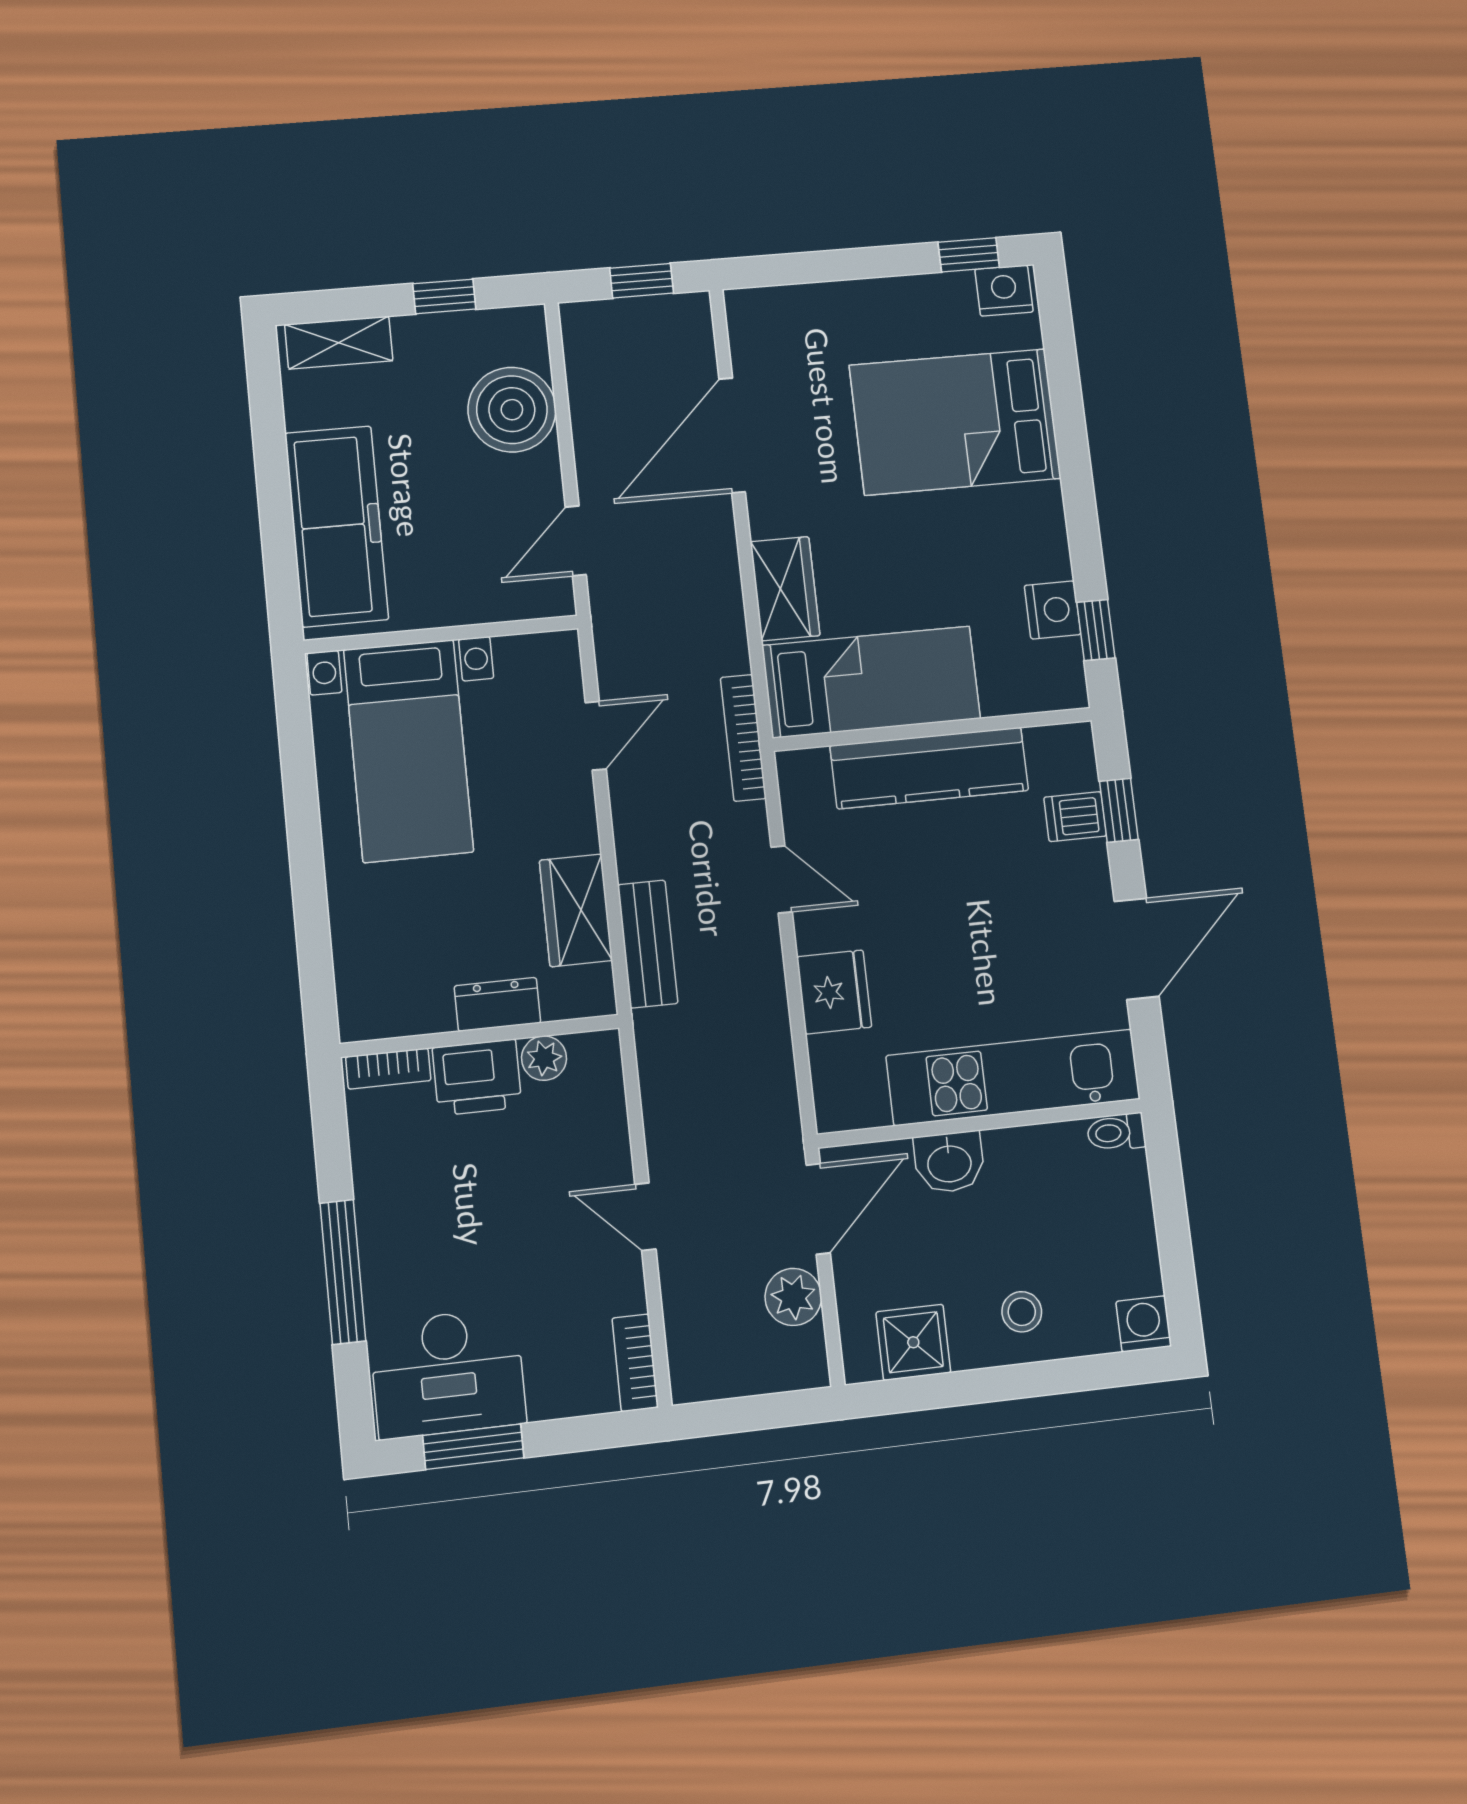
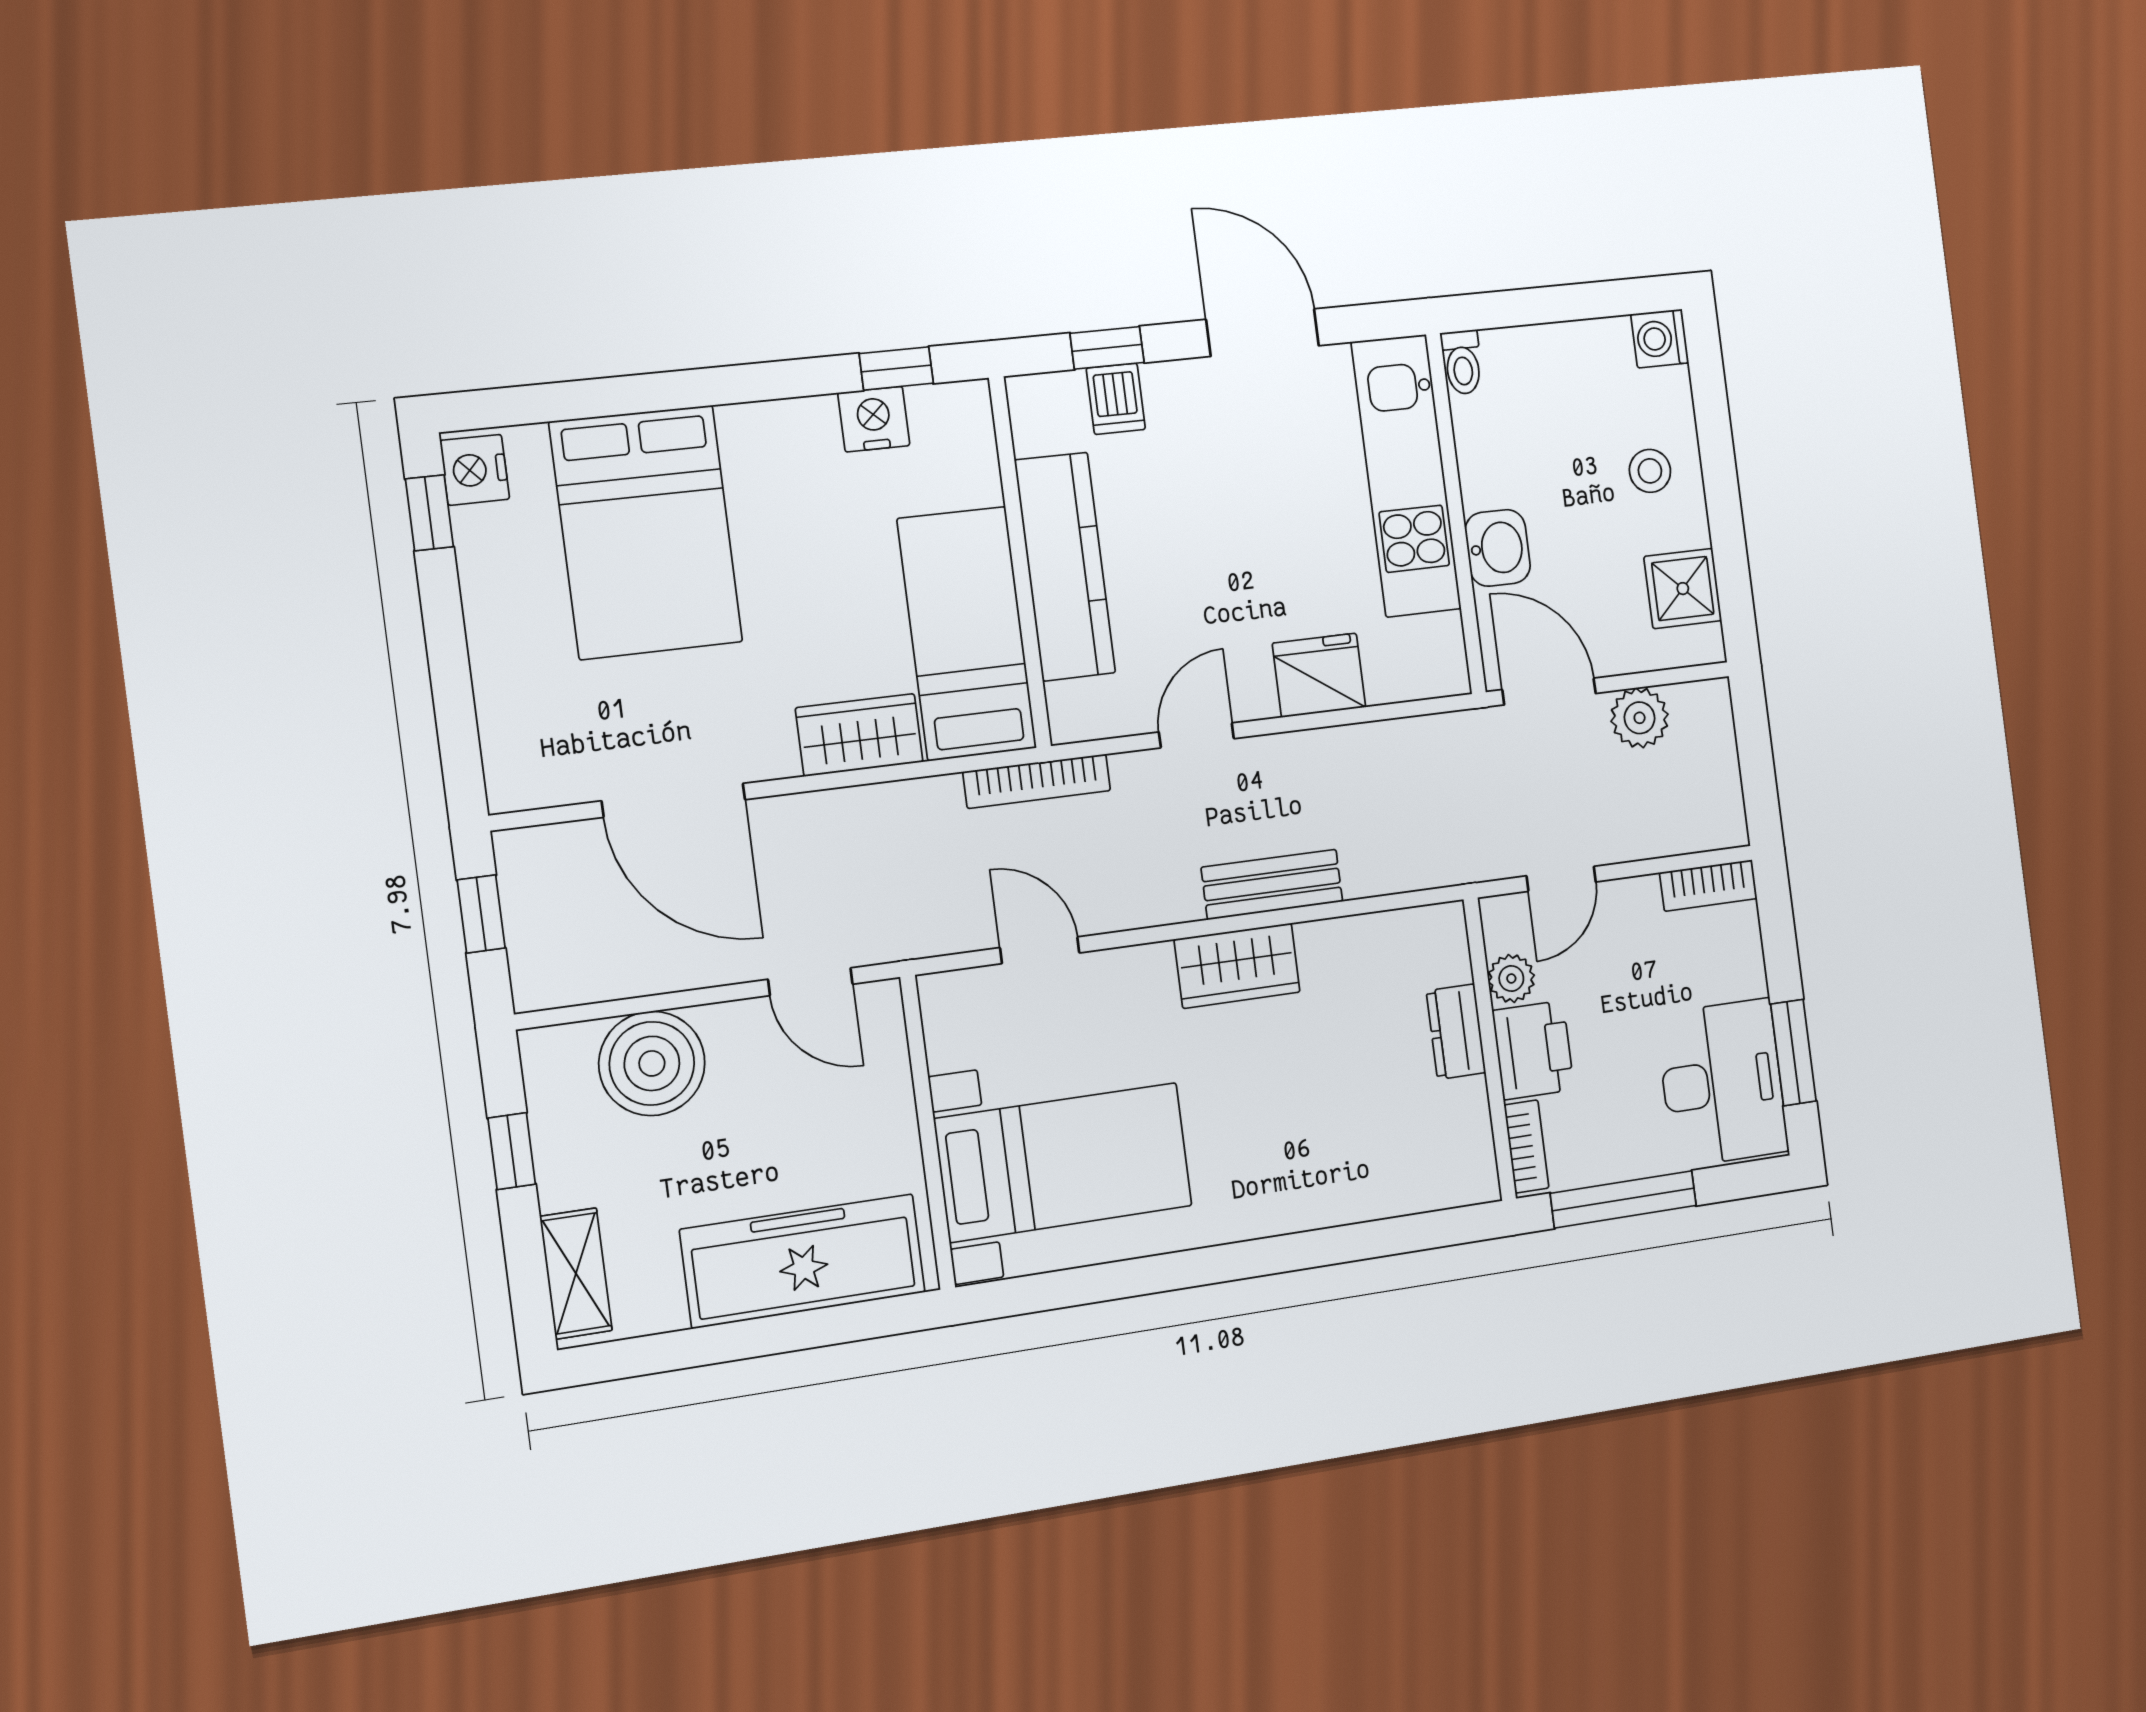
dresser: (497, 1004) -> (1456, 1032), moved
wall: (480, 1036) -> (1490, 1049), moved
plant: (544, 1058) -> (1511, 978), moved
bookcase: (388, 1069) -> (1526, 1146), moved
printer: (477, 1077) -> (1533, 1050), moved

